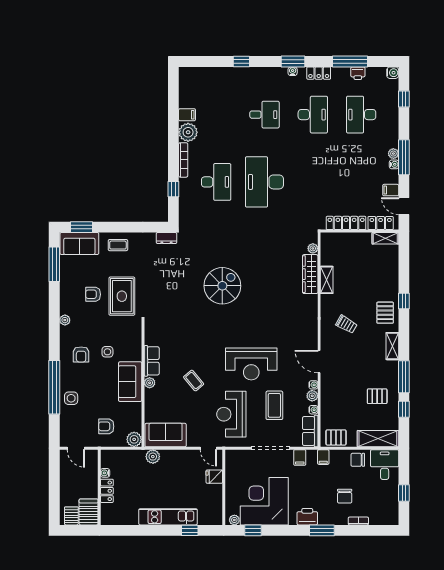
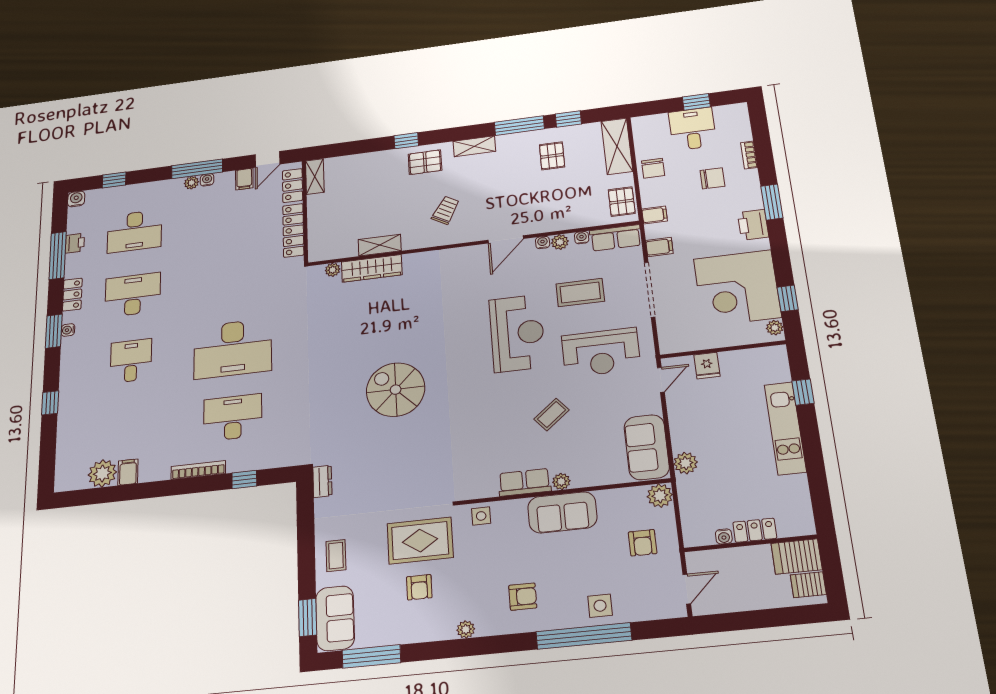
plant: (188, 132) -> (102, 473), moved
side table: (107, 352) -> (481, 516), moved
desk: (385, 465) -> (692, 129), moved, turned 90

